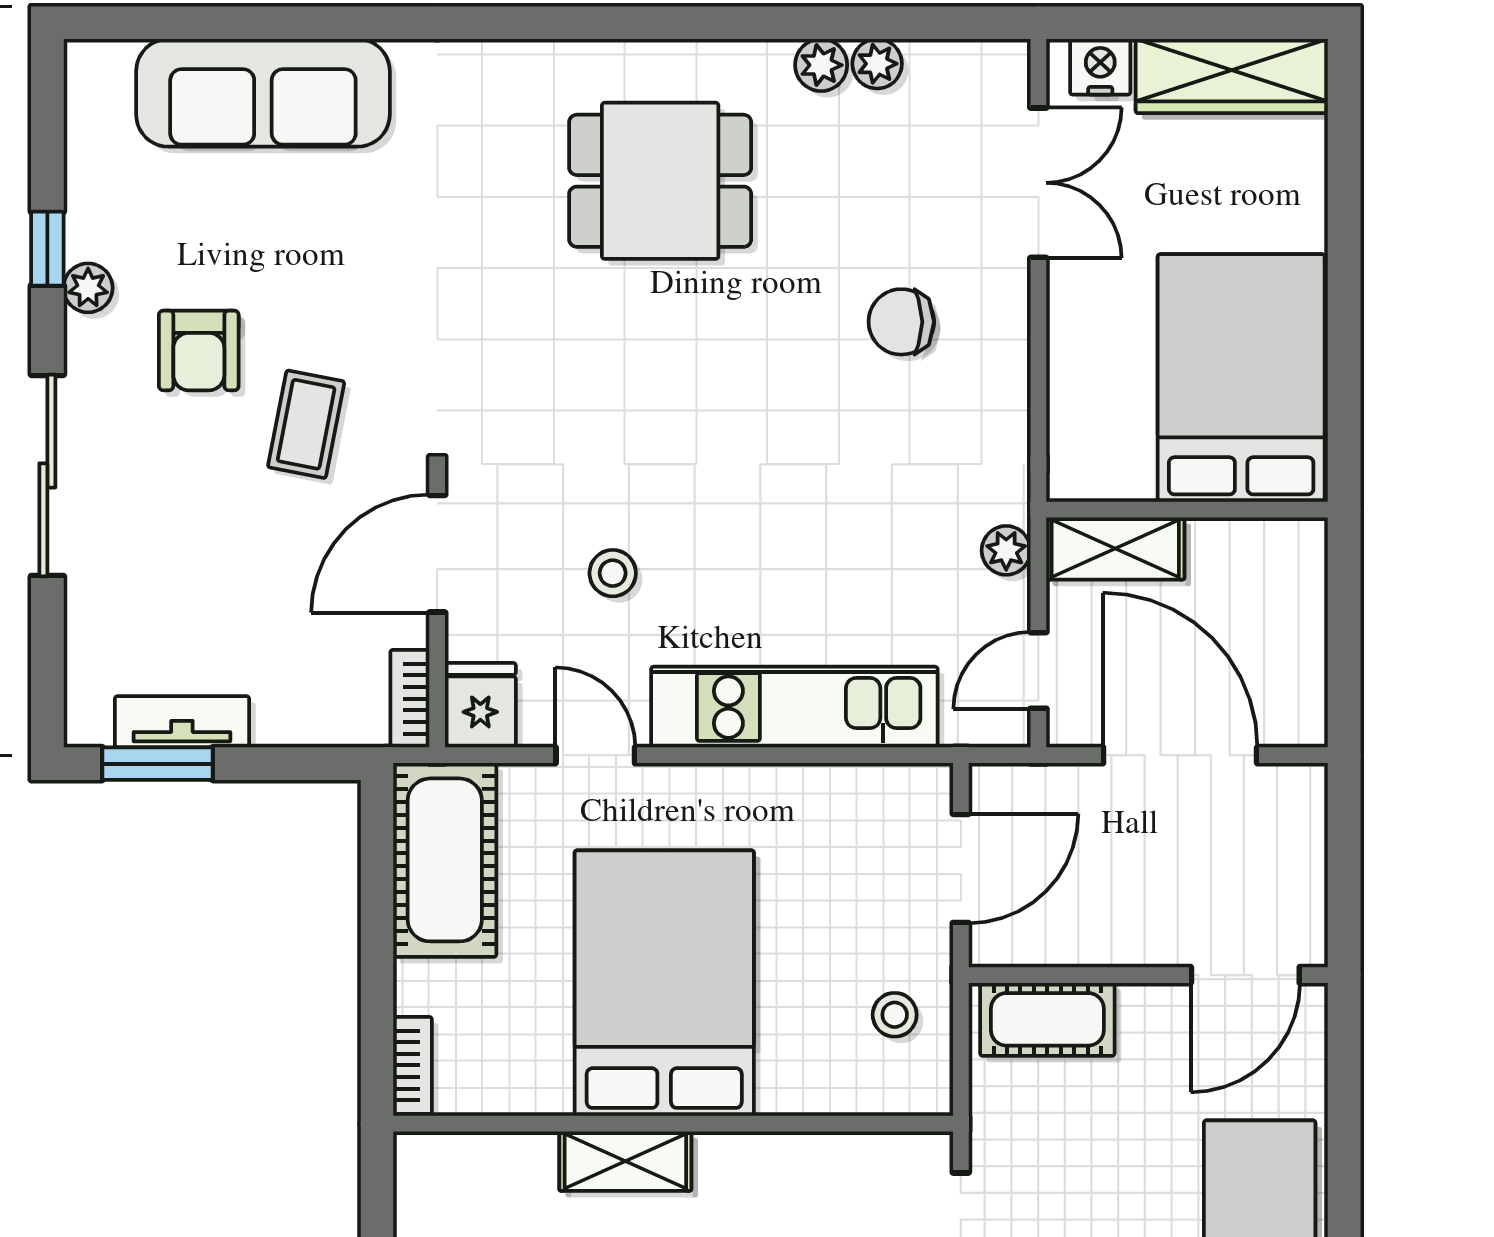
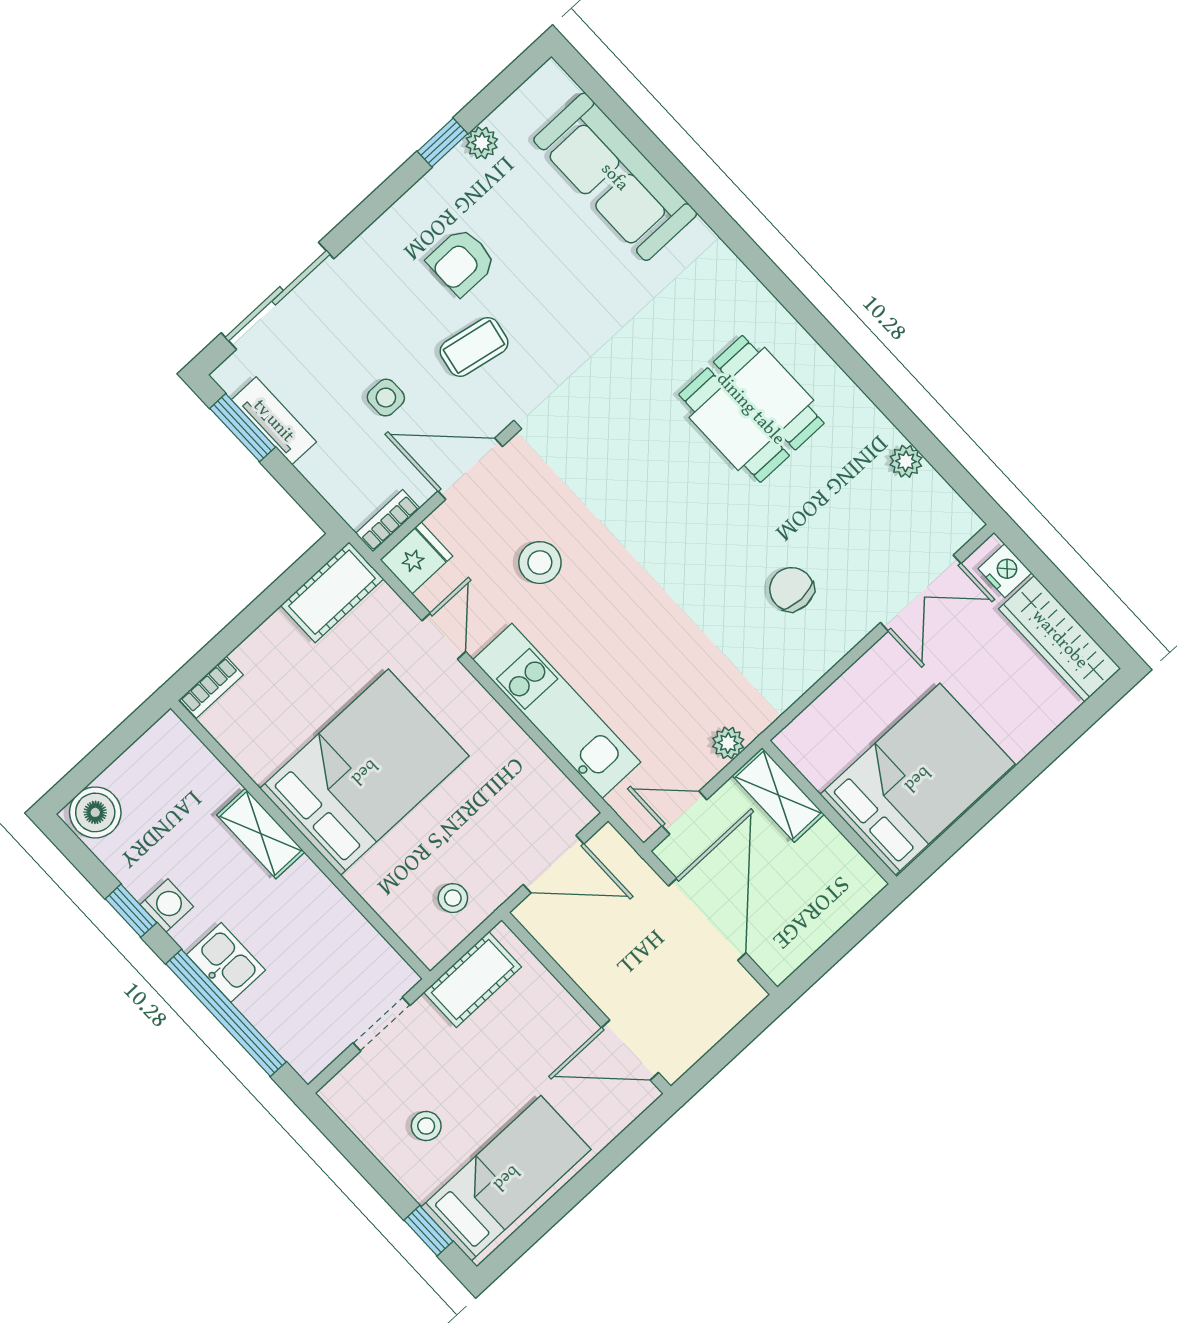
plant: (821, 65) -> (880, 435), removed
plant: (88, 288) -> (482, 143), moved
sliding door: (47, 475) -> (278, 296), moved
stool: (613, 573) -> (540, 563), width x1.37, depth x1.37
side table: (271, 574) -> (386, 398), added
cot: (445, 860) -> (332, 592), width x0.73, depth x0.75
cot: (1047, 1019) -> (473, 980), moved, turned 90

